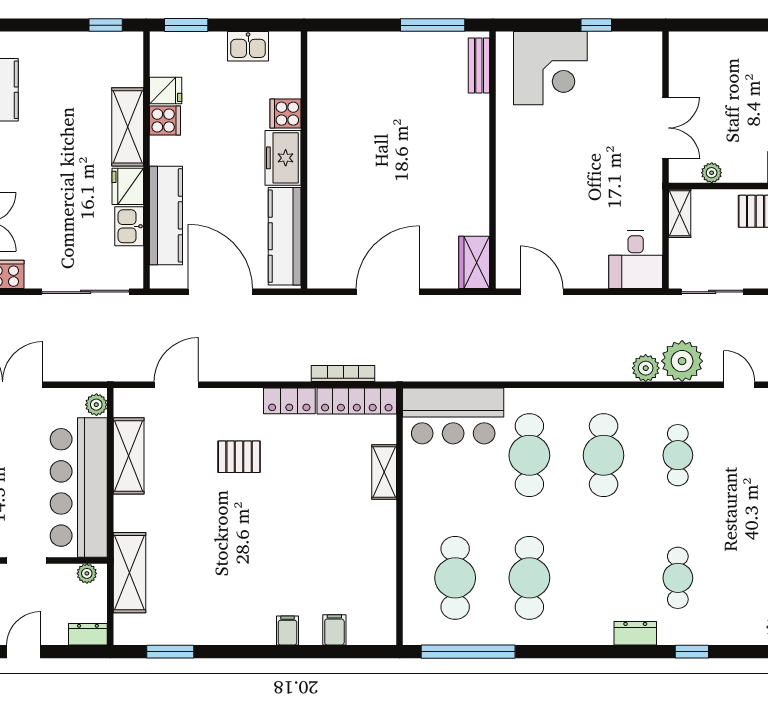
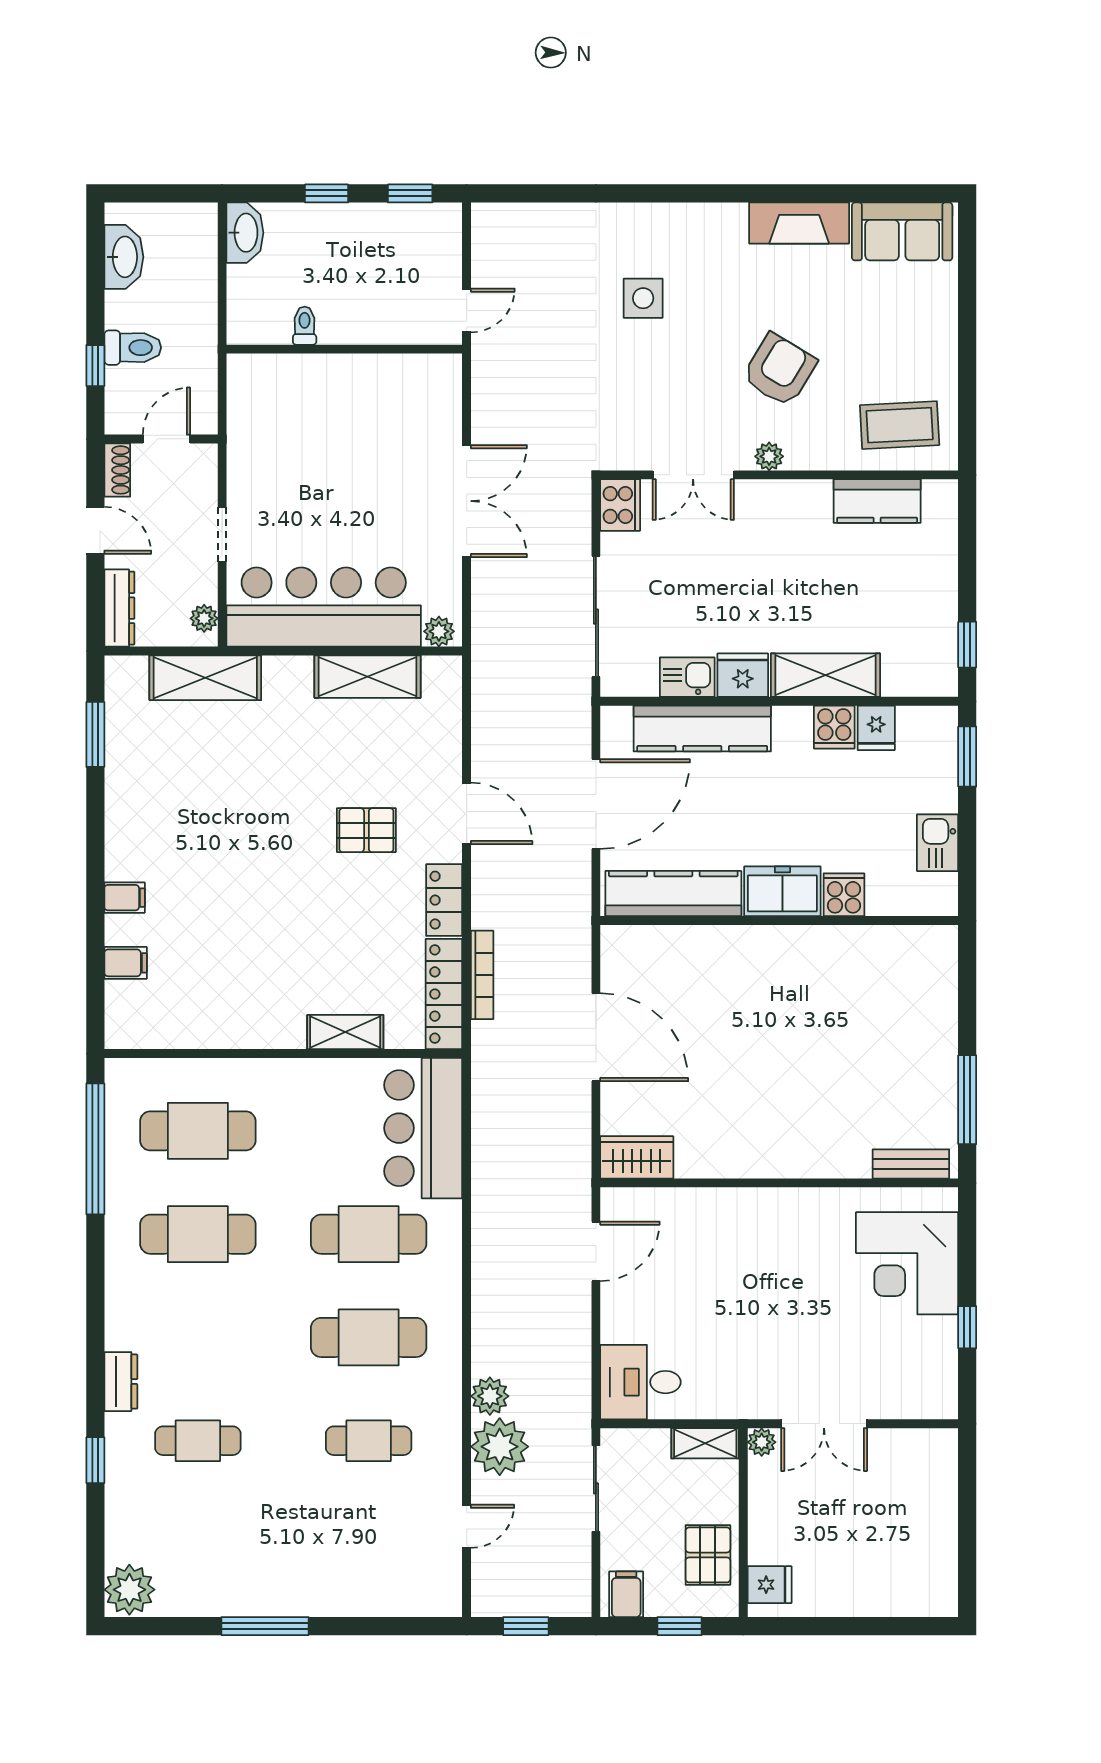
plant: (712, 173) -> (762, 1442), moved
door: (176, 385) -> (467, 813), moved
pallet: (239, 457) -> (366, 830), turned 90
dresser: (88, 634) -> (119, 608), width x1.44

